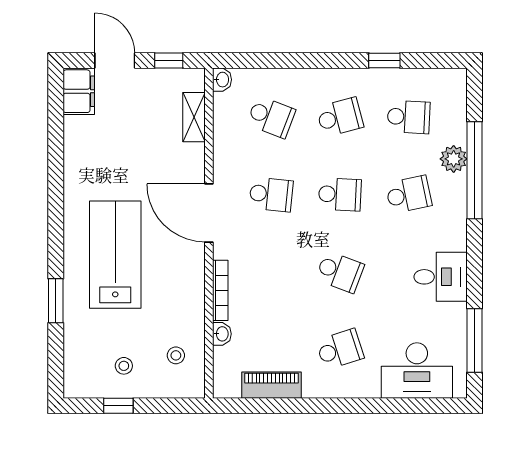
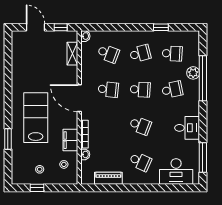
filing cabinet: (79, 91) -> (70, 140), moved, turned 180
school desk: (340, 349) -> (140, 162), turned 42

